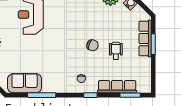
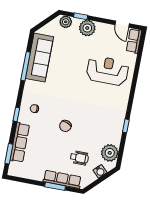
wheelchair: (116, 51) -> (79, 158), moved
sofa: (25, 83) -> (39, 58), width x1.36

